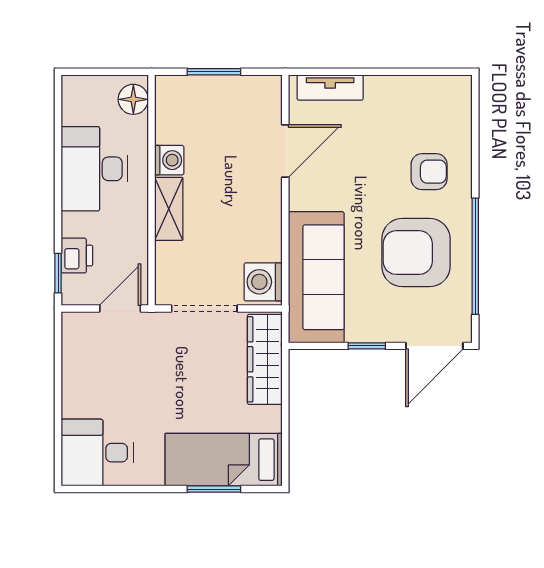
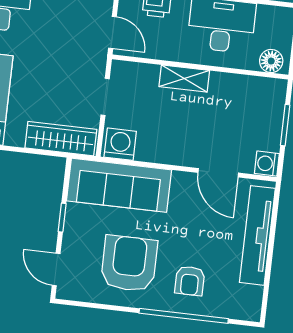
tv unit: (330, 88) -> (257, 235), width x1.92, depth x1.29
washing machine: (169, 160) -> (267, 164), moved, turned 90
window: (475, 256) -> (184, 316), moved
doorway: (204, 308) -> (105, 97), width x0.73
door: (434, 346) -> (56, 269), width x0.73

